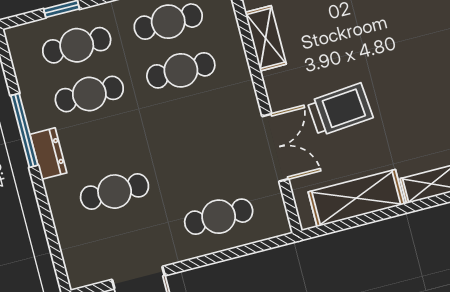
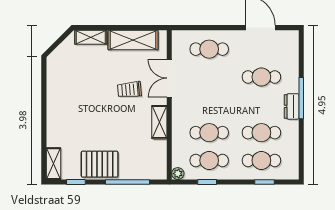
shelving: (266, 38) -> (159, 122), moved
trolley: (340, 110) -> (129, 90), width x0.73, depth x0.72
window: (24, 130) -> (301, 98), moved

